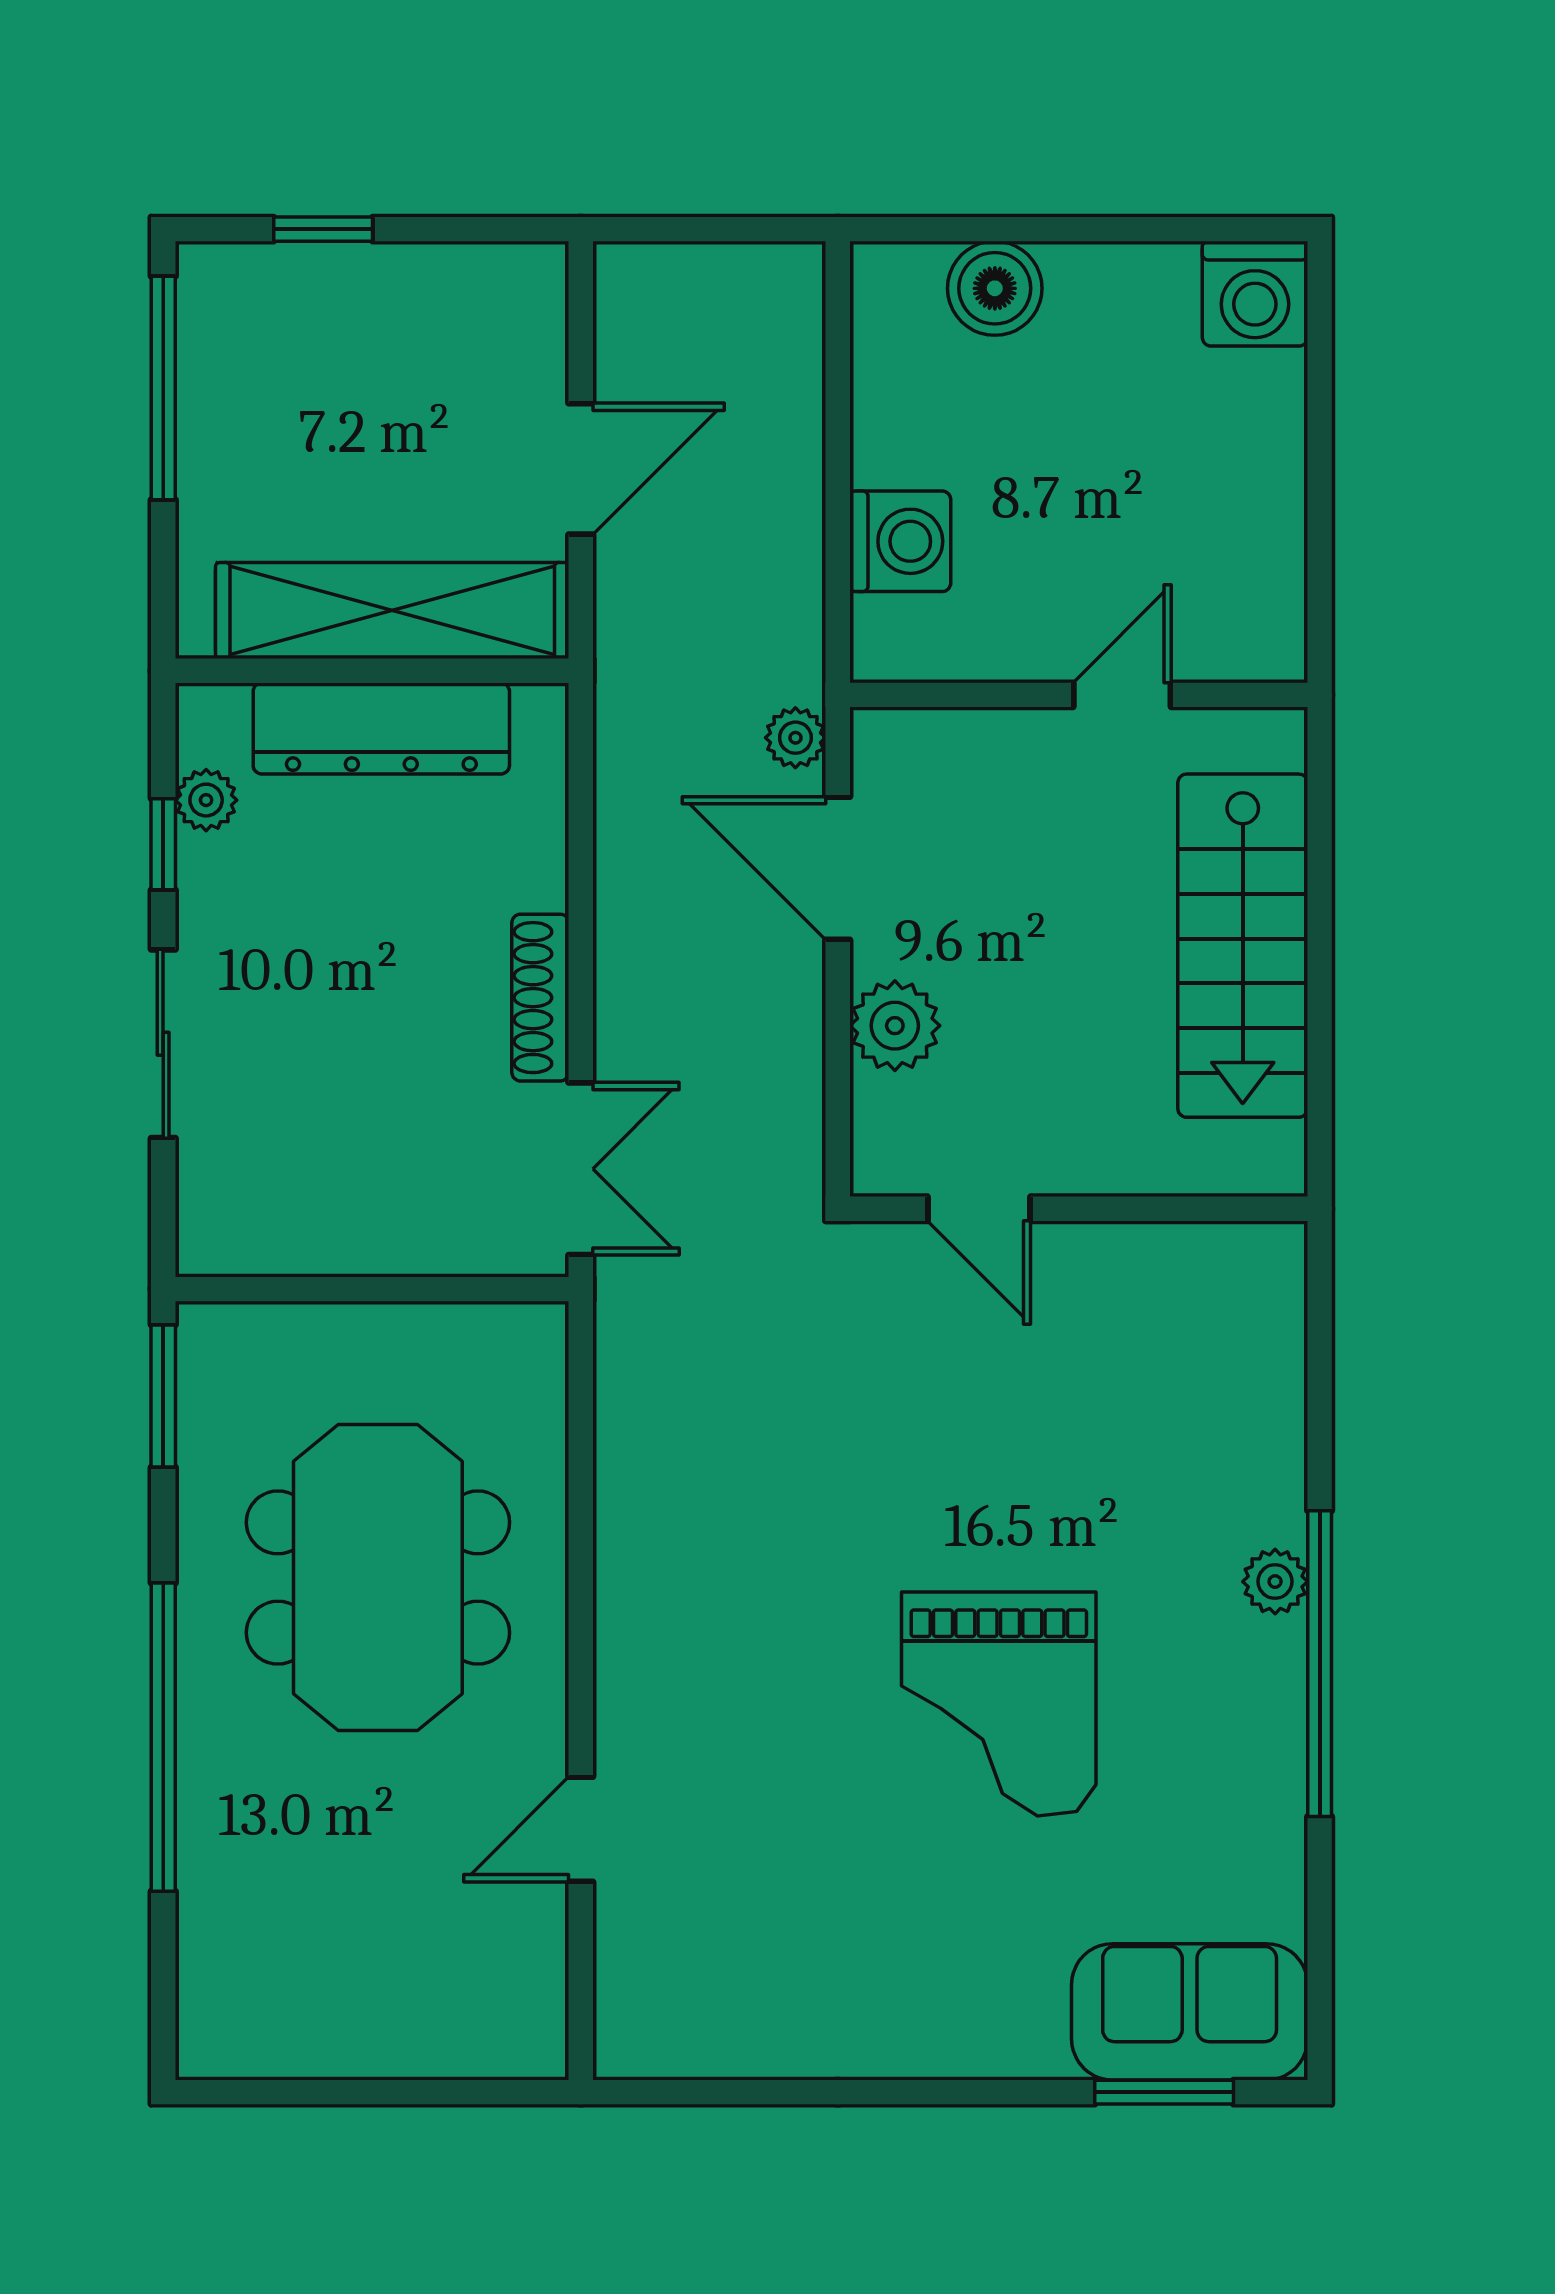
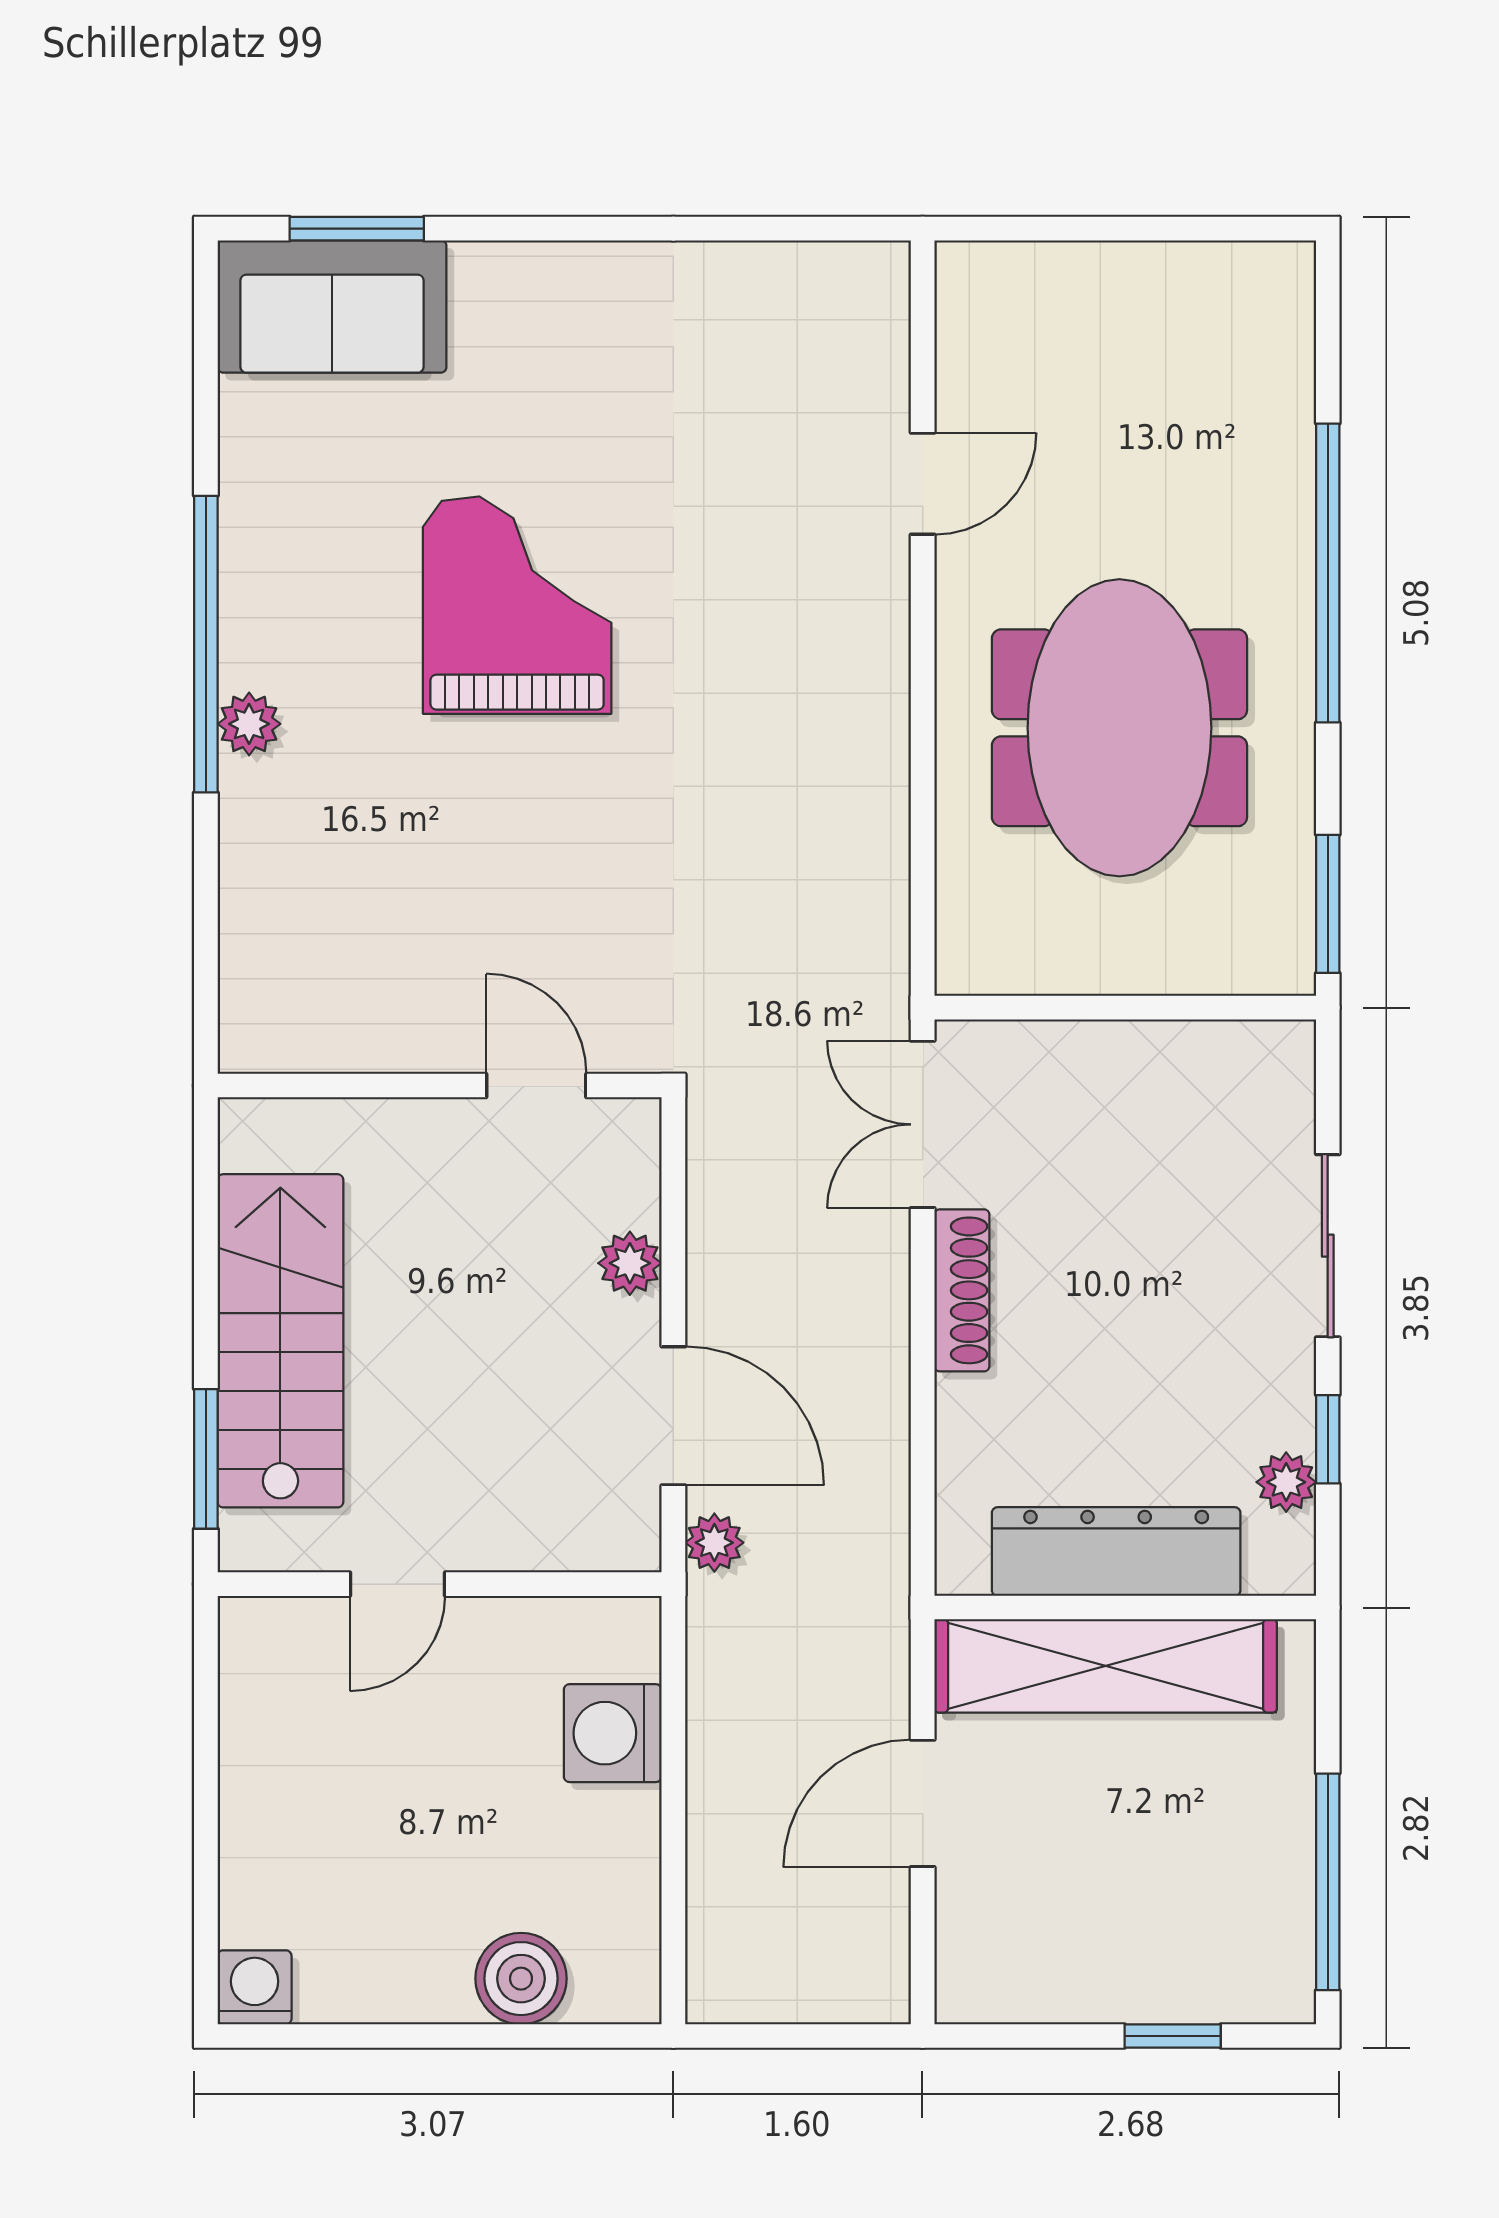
washing machine: (1255, 294) -> (255, 1987), width x0.73, depth x0.73
window: (1320, 824) -> (206, 1459), added
plant: (895, 1026) -> (630, 1263), width x0.73, depth x0.73

